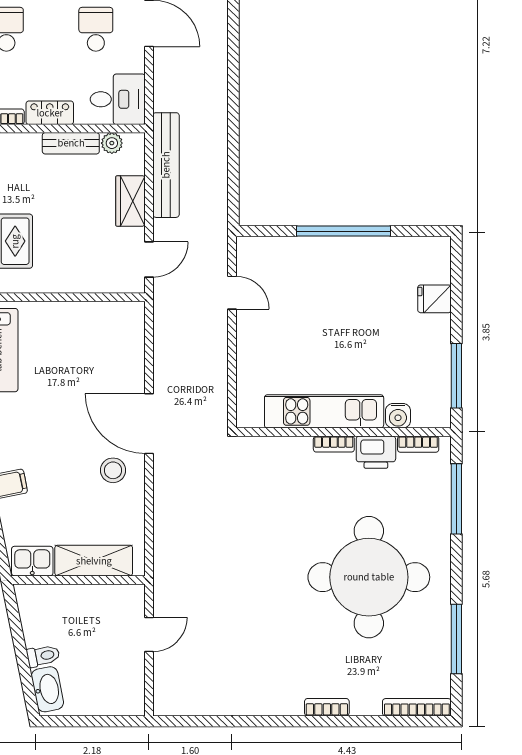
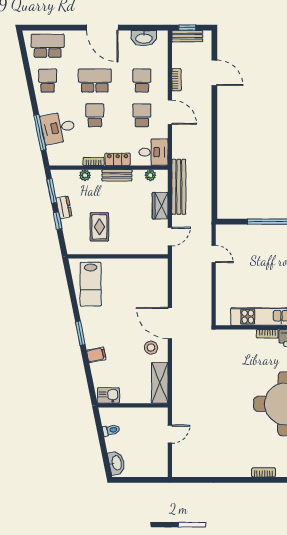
bench: (71, 143) -> (117, 175), moved
shelving: (94, 561) -> (160, 383), moved, turned 90
toilet: (43, 656) -> (111, 430), moved

